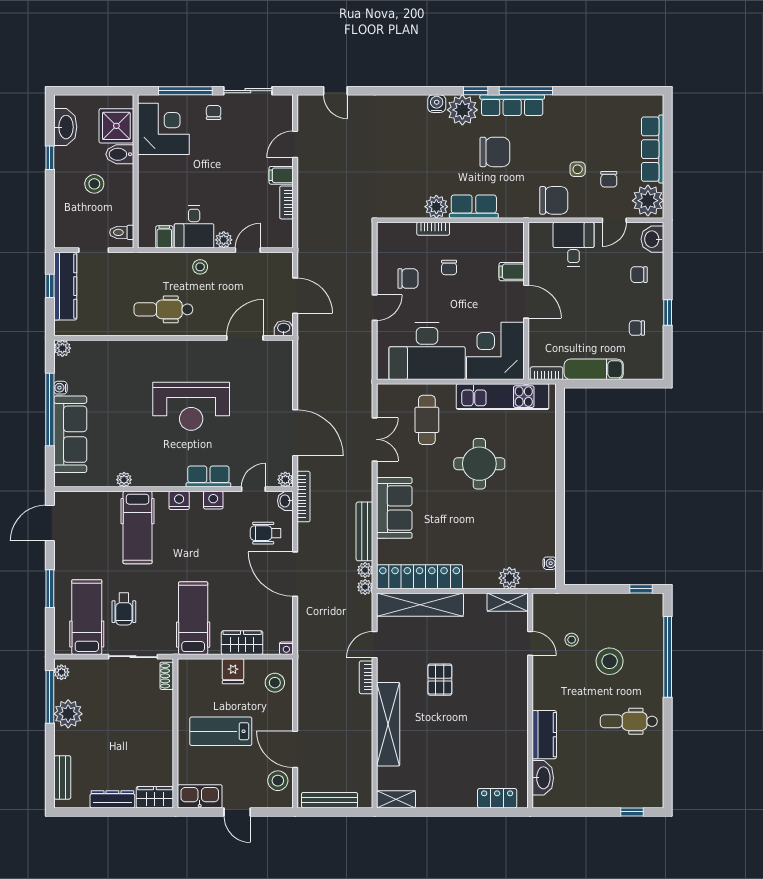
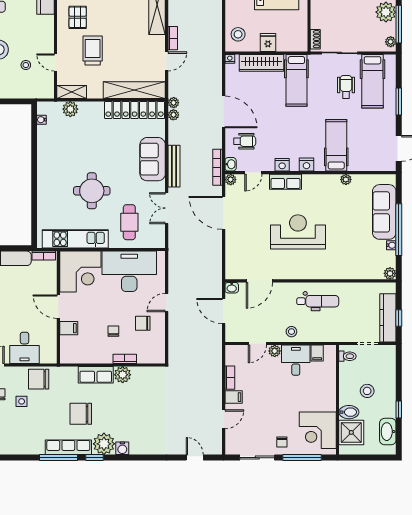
bench: (364, 531) -> (174, 166), moved
wardrobe: (242, 643) -> (261, 63), width x1.50
trolley: (478, 660) -> (93, 51), added
pallet: (440, 680) -> (78, 17), moved

